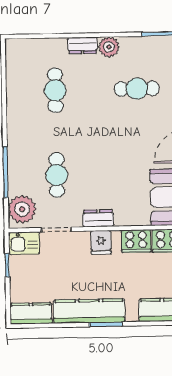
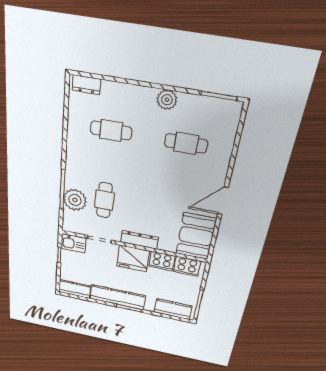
dresser: (83, 45) -> (87, 85), moved
cafe table: (55, 90) -> (111, 130), turned 90
plant: (22, 209) -> (75, 200), moved
dresser: (98, 218) -> (139, 240), width x1.44
fridge: (101, 242) -> (133, 258), width x1.88, depth x1.34

